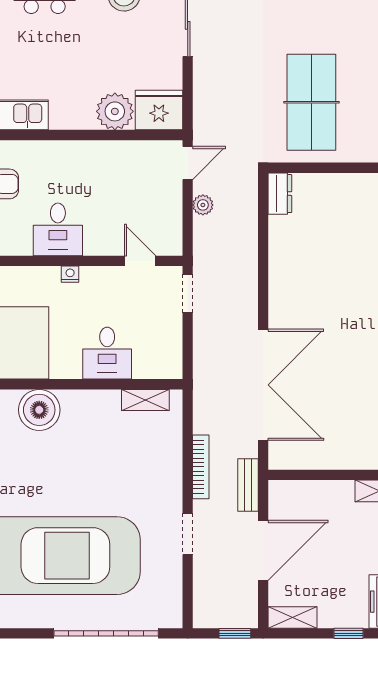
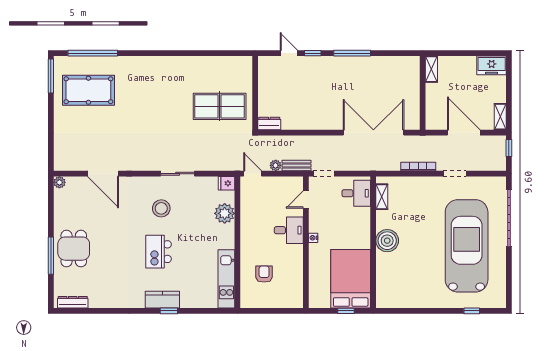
fridge: (159, 110) -> (227, 183), width x0.53, depth x0.75
desk: (58, 229) -> (289, 230), moved
desk: (107, 353) -> (356, 193), moved
boiler: (39, 410) -> (387, 241), moved
bench: (248, 485) -> (297, 166), moved
window: (349, 633) -> (509, 86), removed

